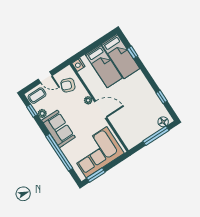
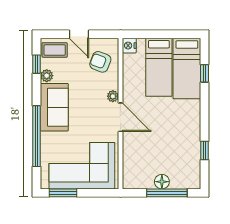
floor lamp: (163, 122) -> (162, 182), moved

